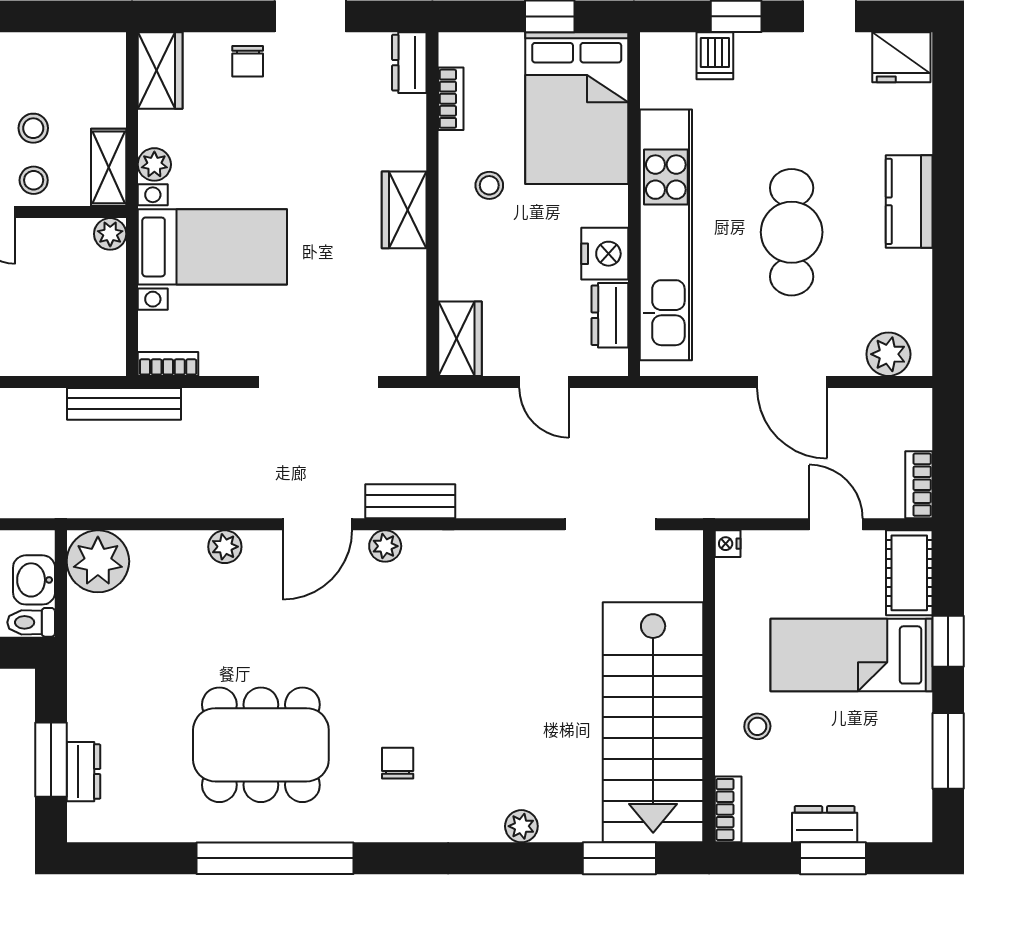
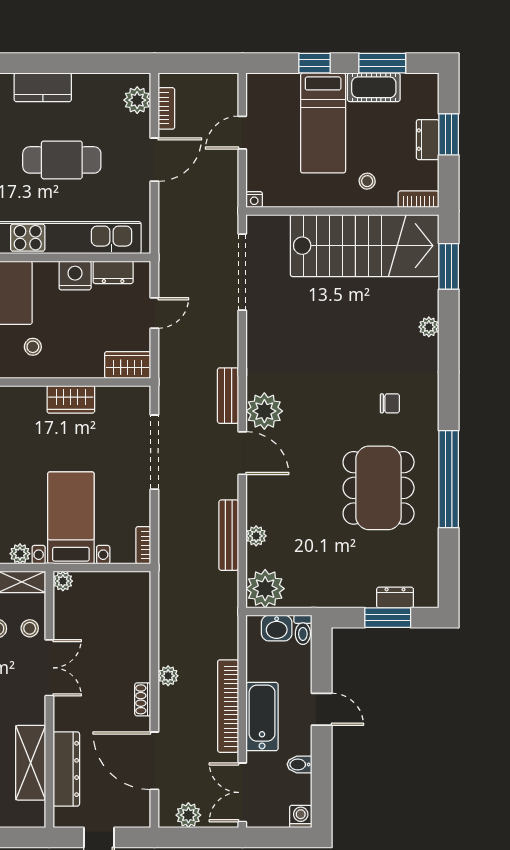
wardrobe: (404, 210) -> (71, 399), moved
bench: (124, 404) -> (229, 535), moved
bookcase: (919, 485) -> (166, 108), moved, turned -90
doorway: (610, 524) -> (242, 272), width x1.36
plant: (385, 546) -> (264, 411), width x1.87, depth x1.87
plant: (225, 547) -> (256, 536), moved
cot: (909, 573) -> (374, 87), moved
chair: (398, 763) -> (390, 403), turned 180

